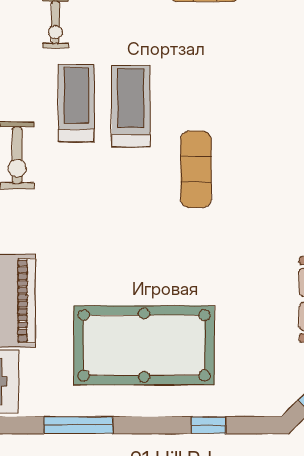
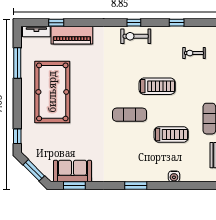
treadmill: (76, 103) -> (171, 134), moved
window: (208, 425) -> (17, 136), moved

